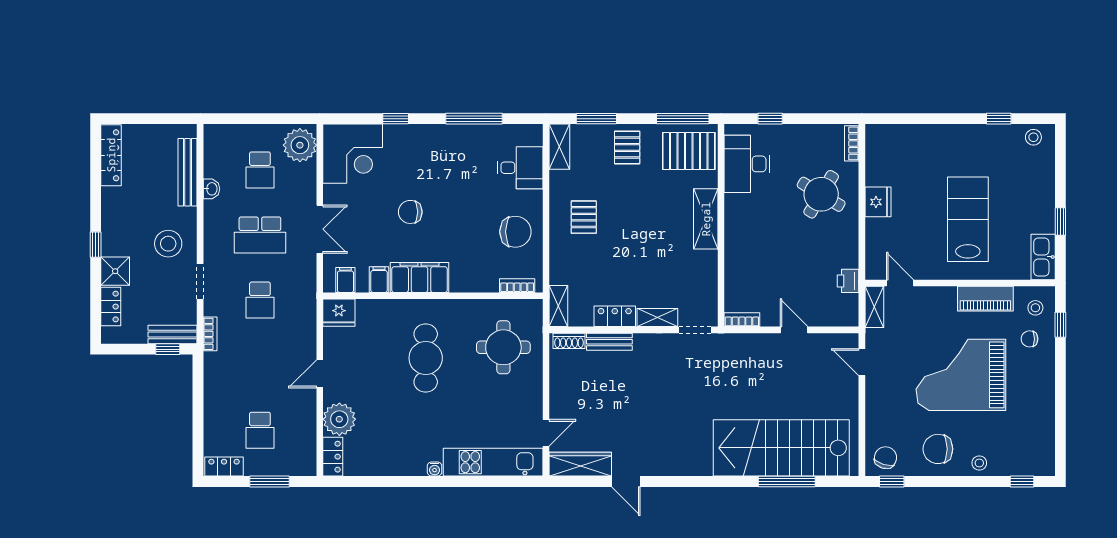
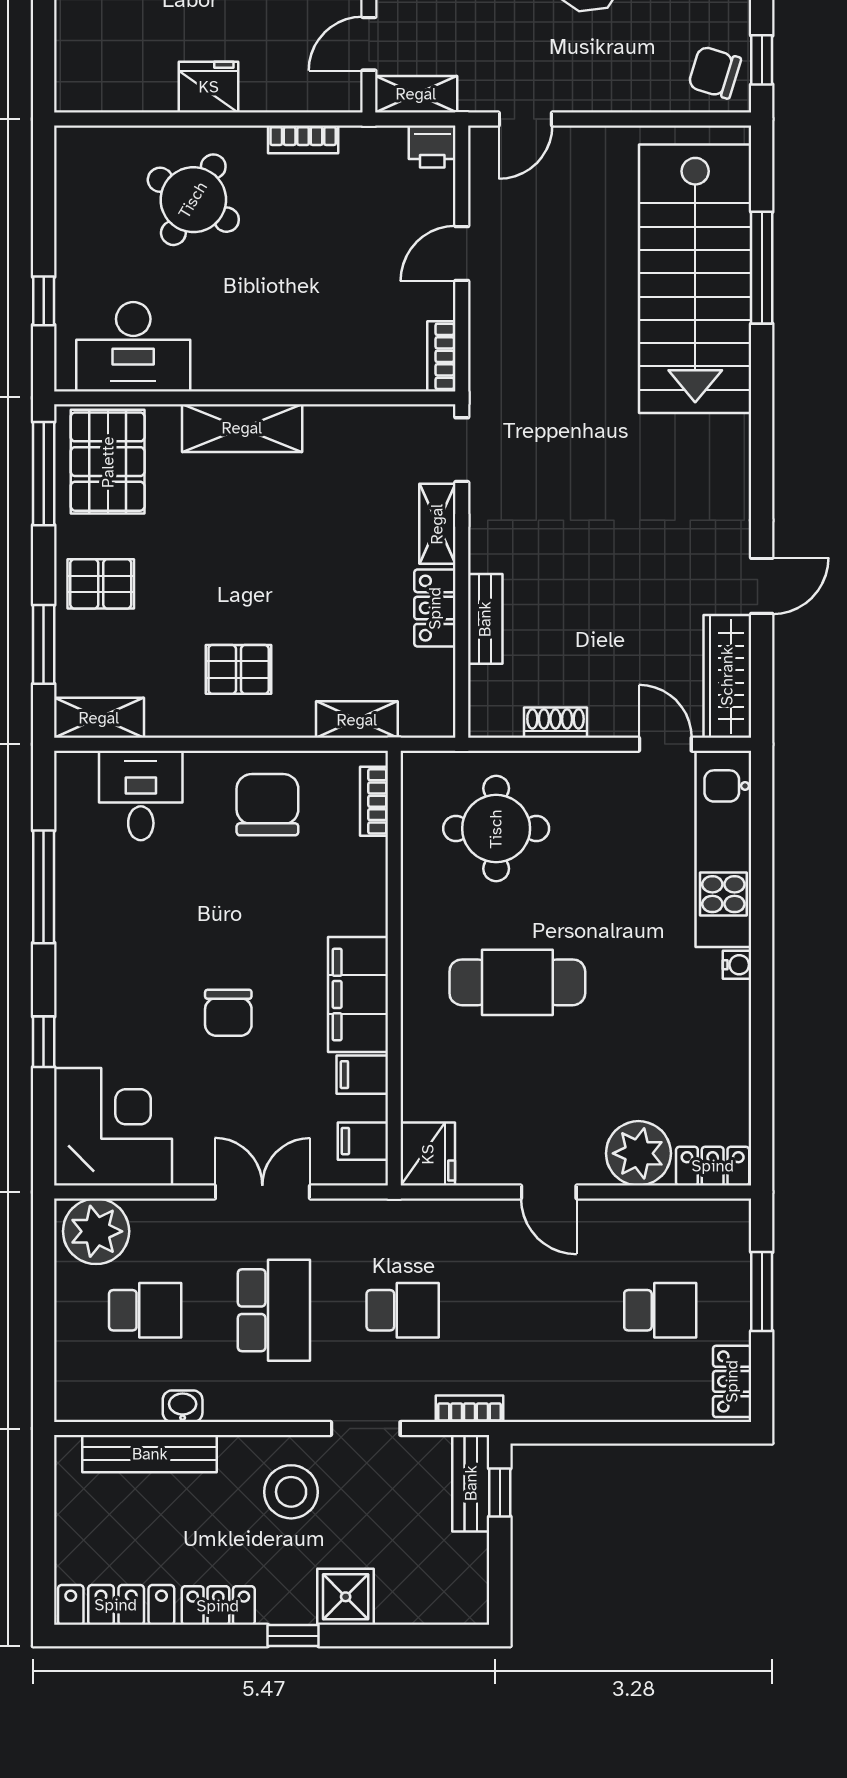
bookcase: (852, 143) -> (303, 139), moved
printer: (848, 281) -> (432, 147), moved
shelving: (558, 306) -> (357, 720), moved
locker: (111, 307) -> (218, 1606), moved
shoe rack: (569, 341) -> (555, 723), moved, turned -90

